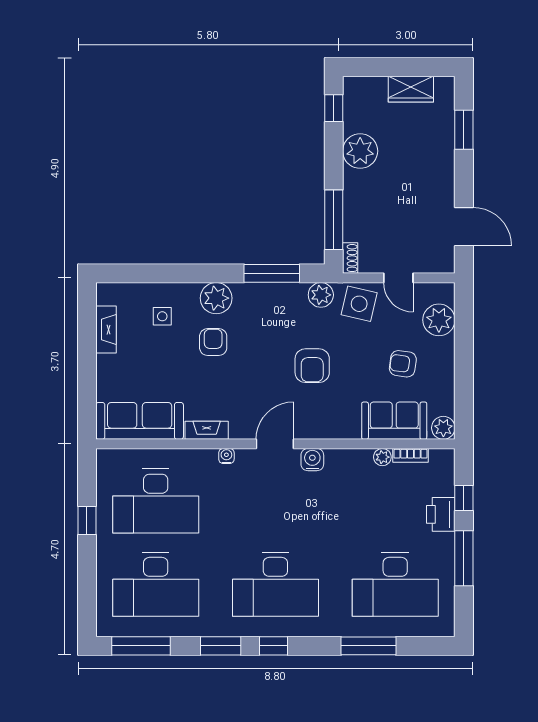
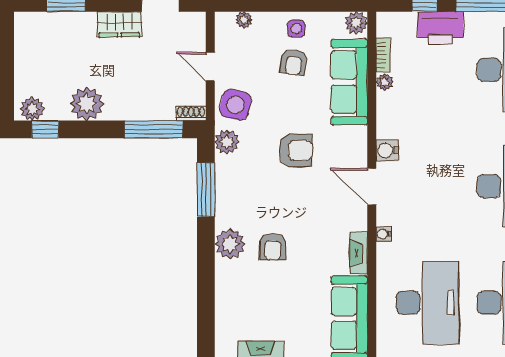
wardrobe: (411, 89) -> (119, 24), moved, turned 90
plant: (355, 95) -> (32, 109), added
door: (398, 278) -> (210, 67), swing flipped
side table: (162, 316) -> (296, 29), moved
plant: (439, 320) -> (244, 20), width x0.53, depth x0.53
armchair: (213, 342) -> (273, 247), turned -90
sofa: (394, 421) -> (349, 82), width x1.36
printer: (441, 514) -> (440, 28), width x1.37, depth x1.19

